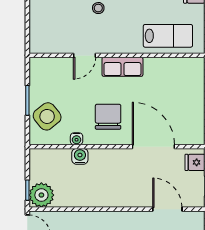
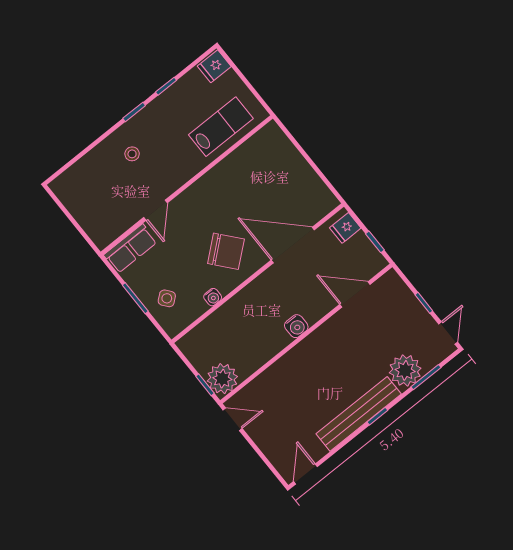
row of seats: (122, 67) -> (130, 249), moved
side table: (47, 116) -> (167, 298), width x0.54, depth x0.54
chair: (108, 117) -> (226, 251), turned 140
water cooler: (80, 156) -> (296, 326), moved, turned 180

